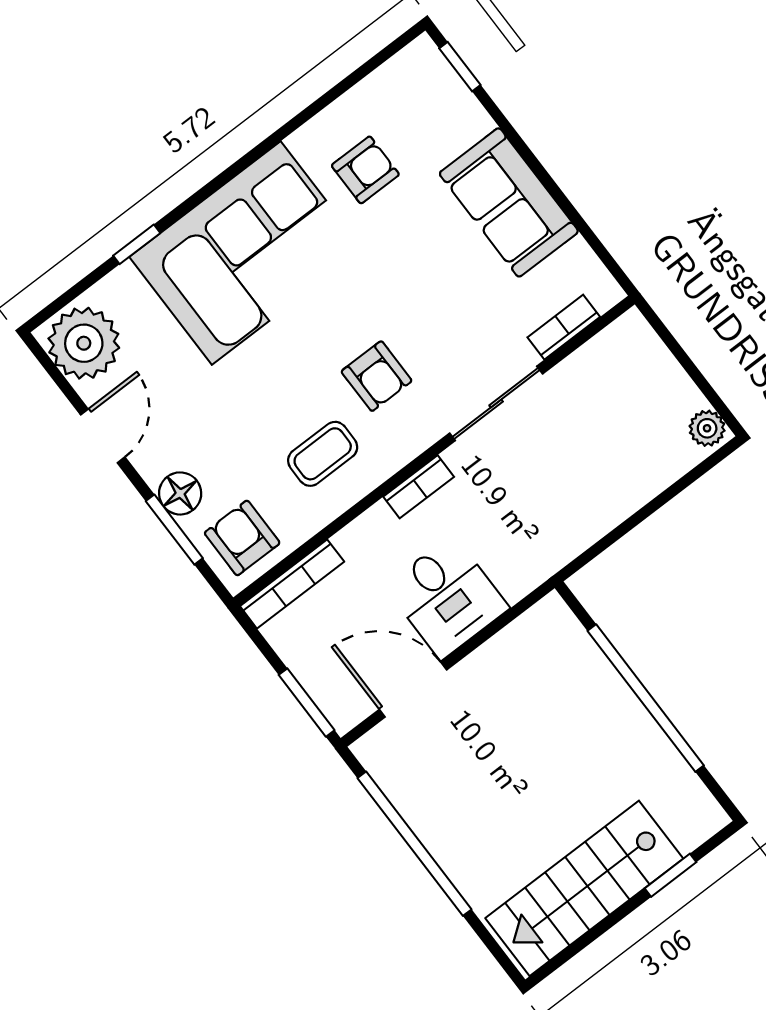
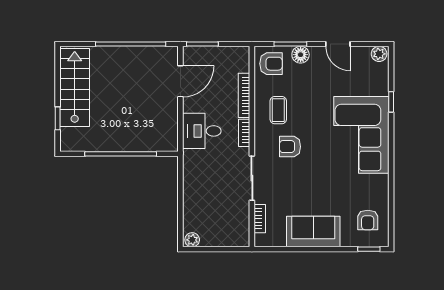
armchair: (365, 170) -> (368, 220), moved
plant: (84, 343) -> (379, 54), width x0.53, depth x0.53
bookcase: (292, 584) -> (244, 95), moved
desk: (447, 597) -> (202, 131), moved

